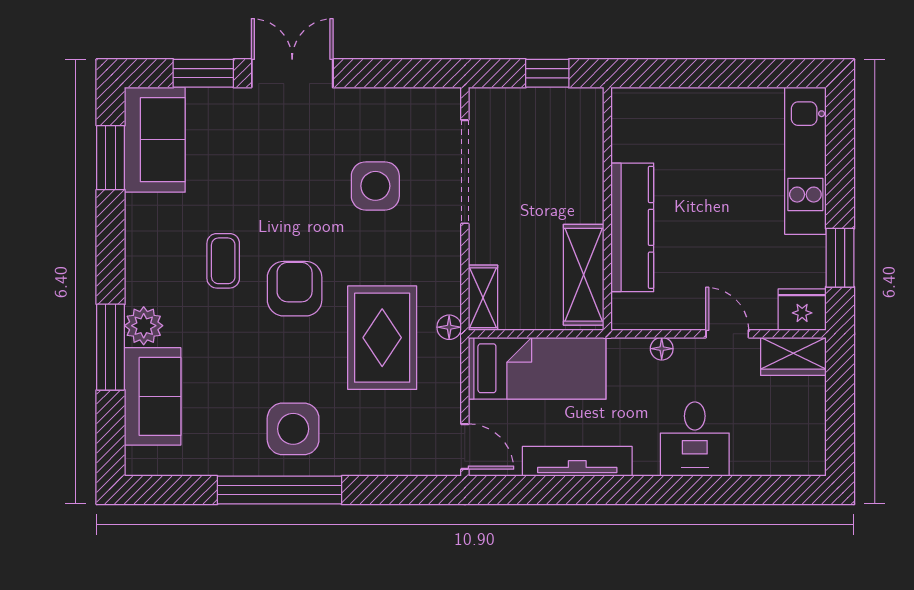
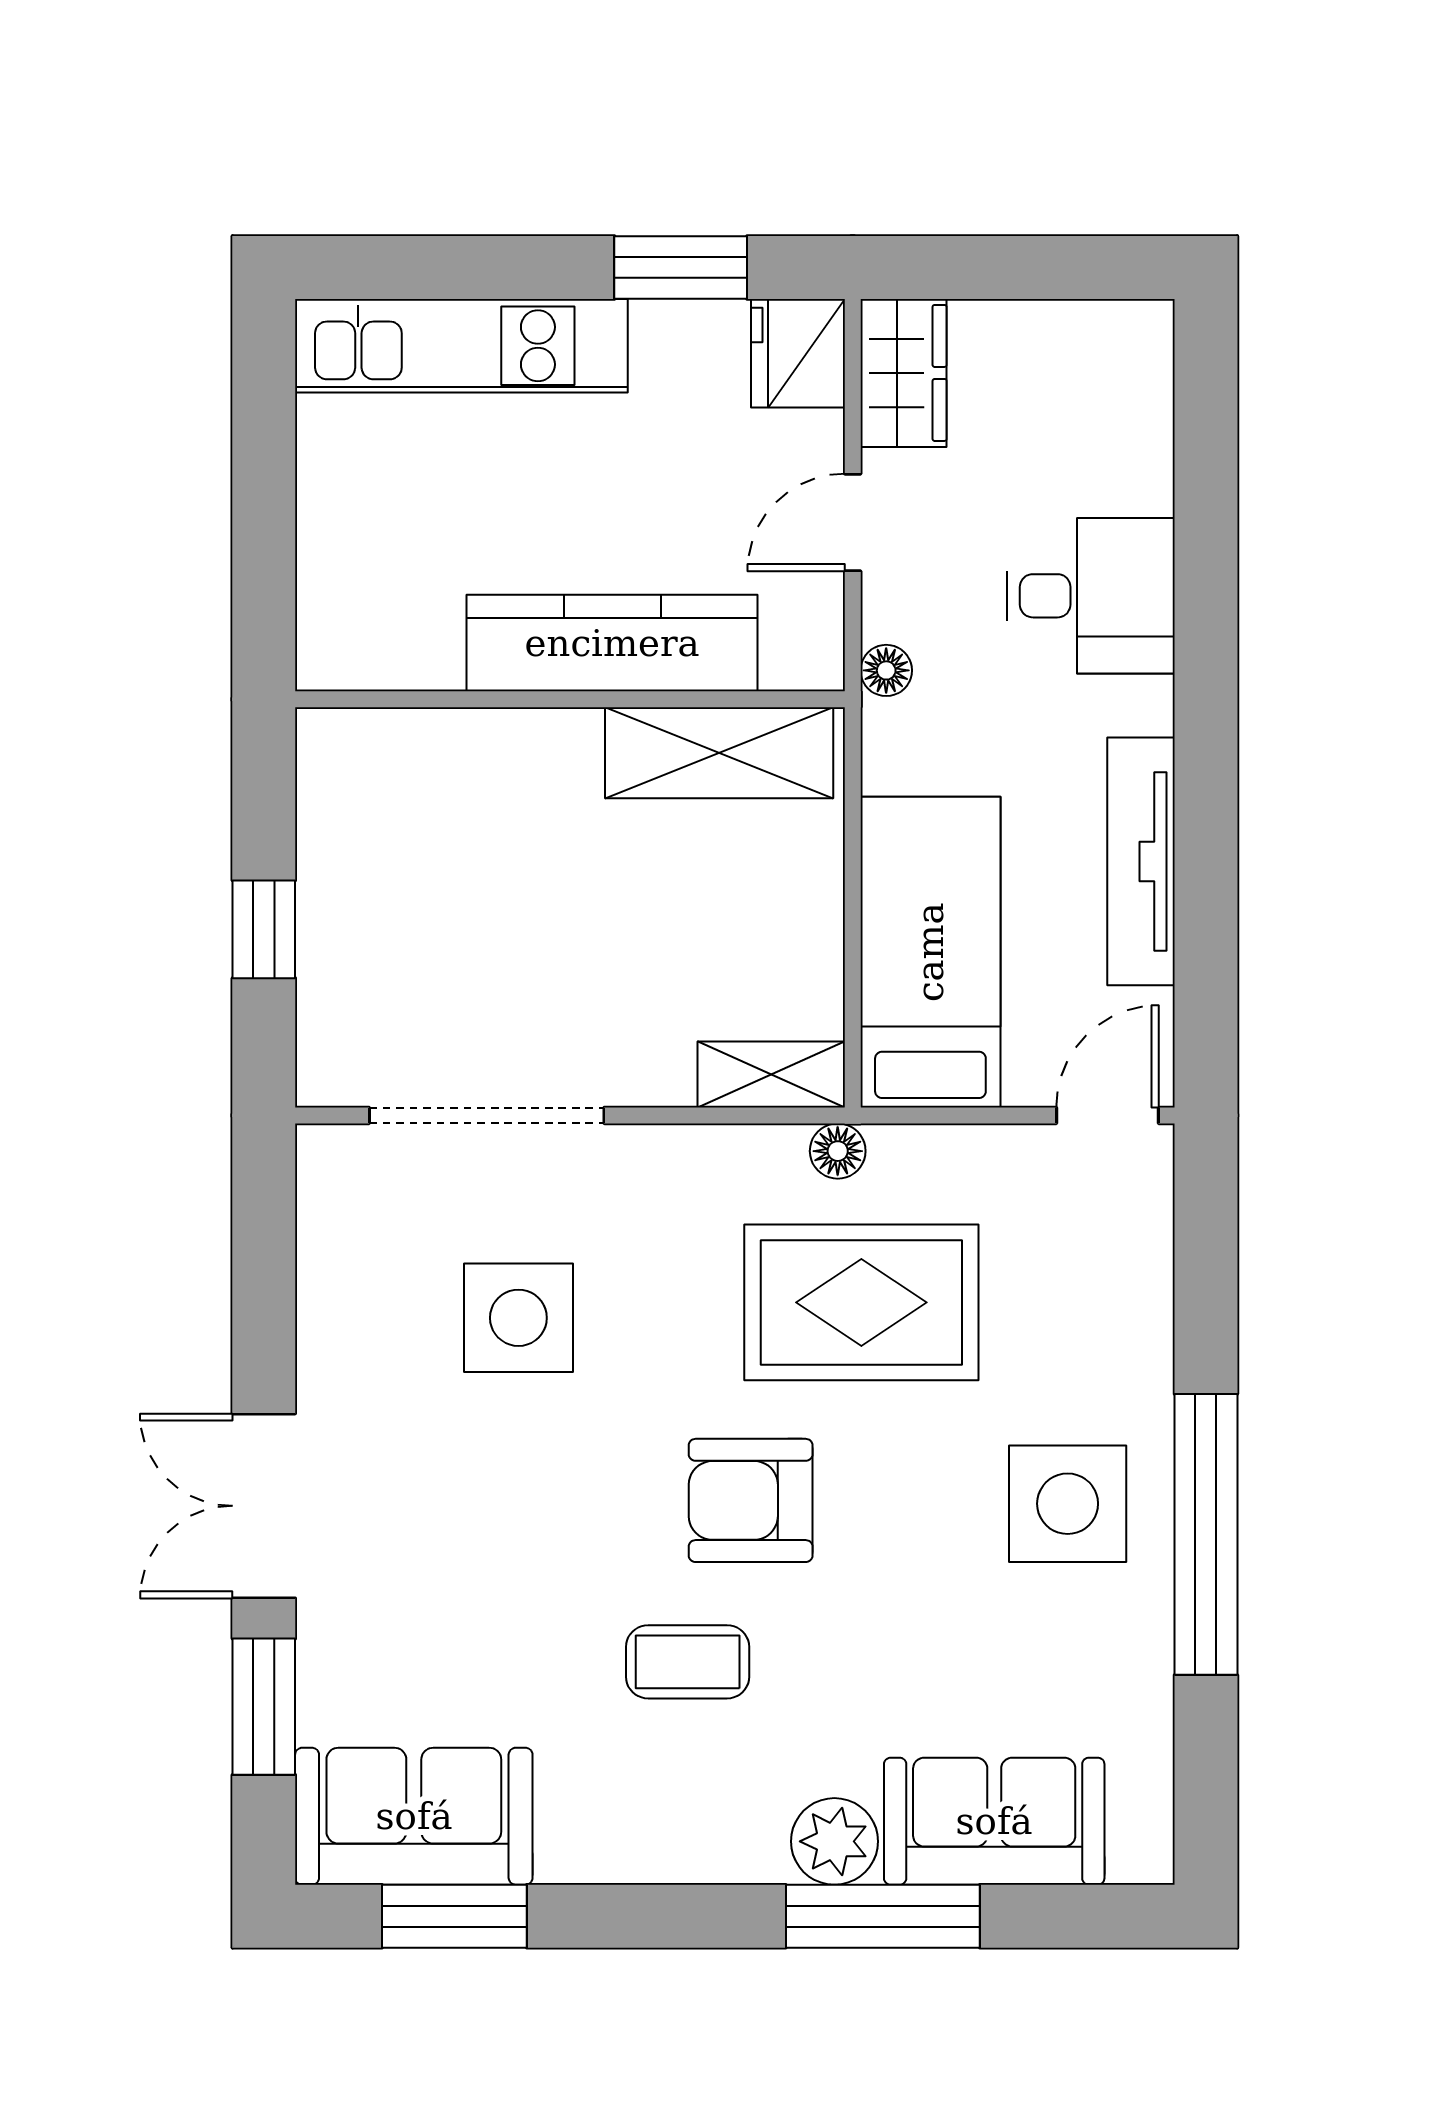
wall: (607, 209) -> (570, 699), moved
kitchen counter: (632, 227) -> (612, 643), moved
shelving: (584, 275) -> (719, 753), moved

